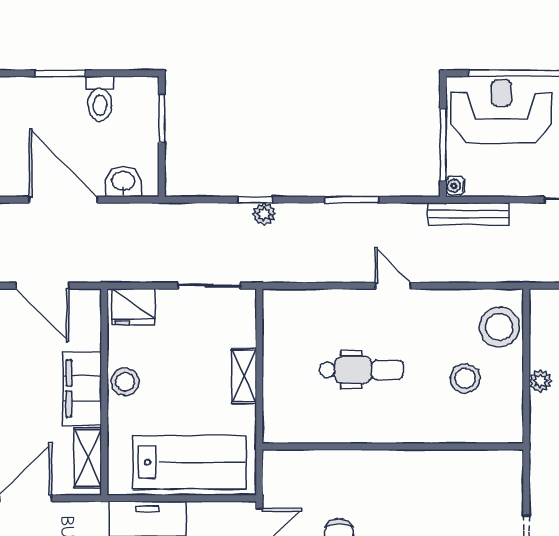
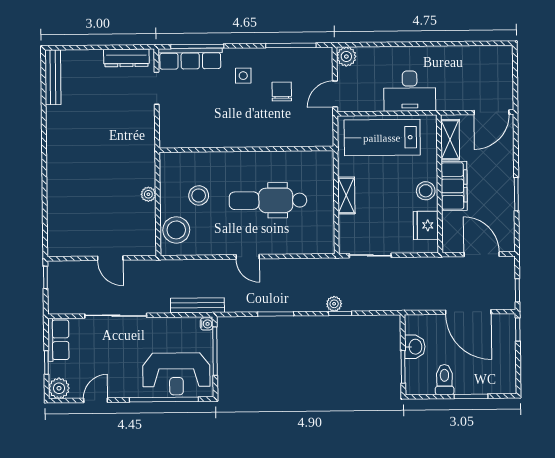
washbasin: (123, 182) -> (415, 347), moved, turned -90
fridge: (133, 307) -> (426, 225), moved, turned -90
dental chair: (361, 370) -> (268, 200), width x1.36, depth x1.38

